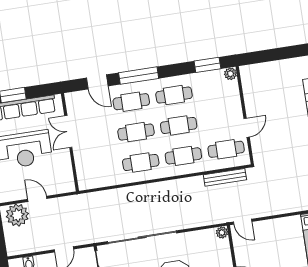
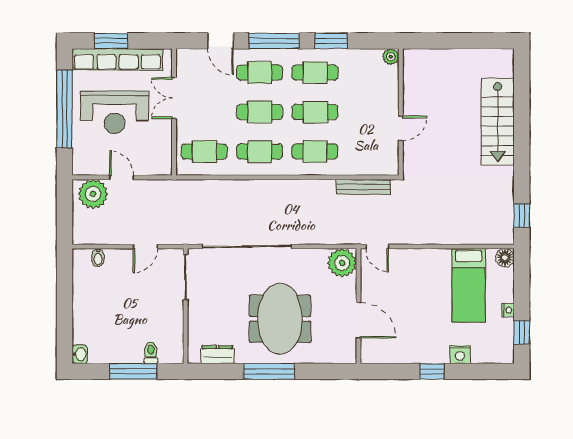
window: (207, 65) -> (331, 41), moved
cafe table: (226, 149) -> (204, 151), moved
plant: (222, 233) -> (342, 263), width x1.88, depth x1.88

